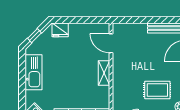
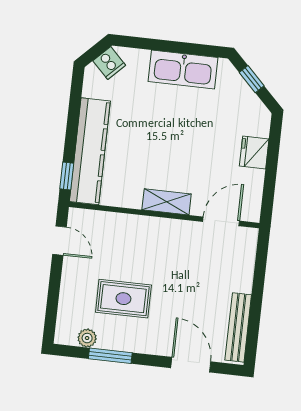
fridge: (60, 30) -> (254, 153), moved
rug: (157, 90) -> (123, 299), turned 90

